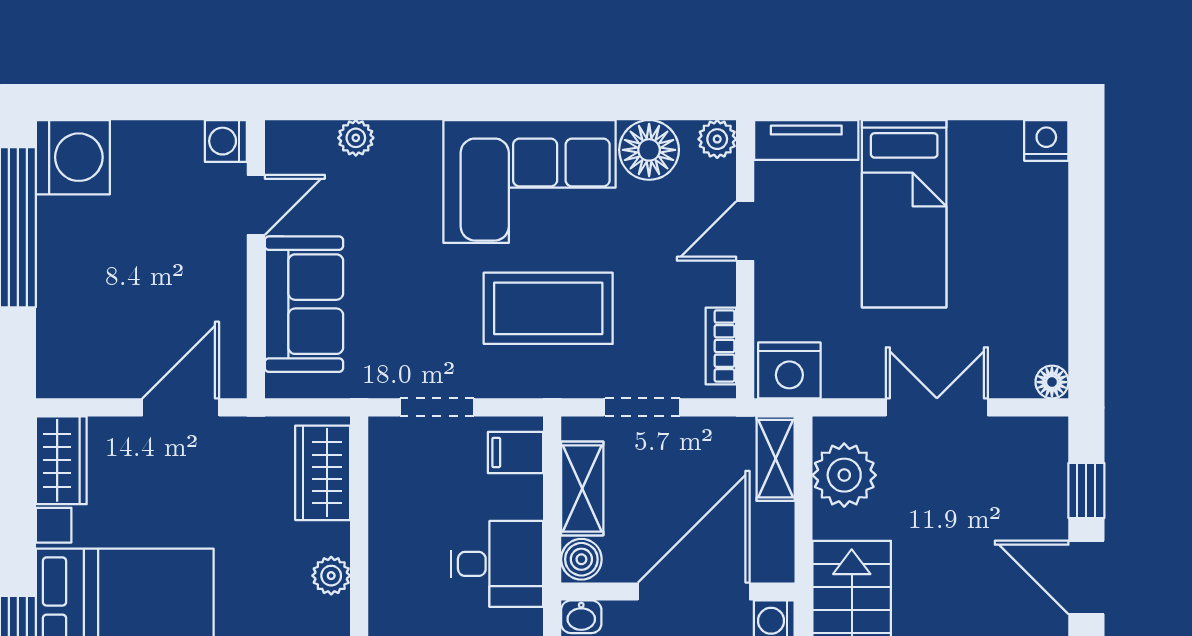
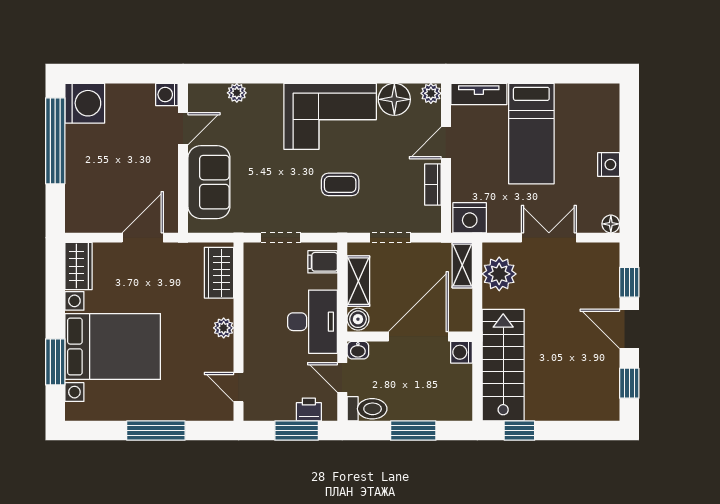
nightstand: (1046, 140) -> (609, 165), moved, turned 90
coffee table: (548, 308) -> (340, 184), width x0.54, depth x0.58
bookcase: (721, 346) -> (433, 185), moved
desk: (497, 564) -> (313, 322), width x1.37

